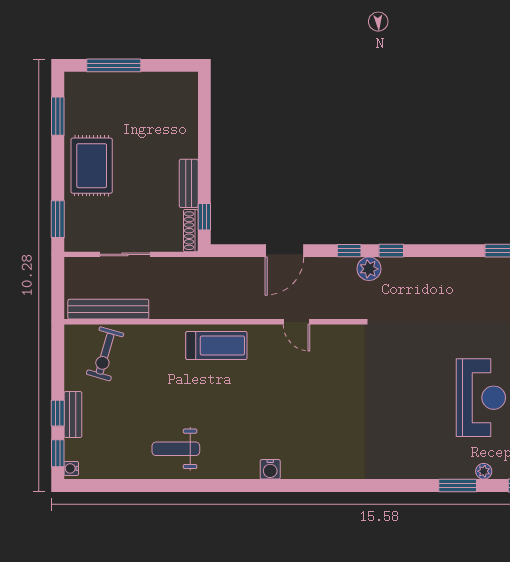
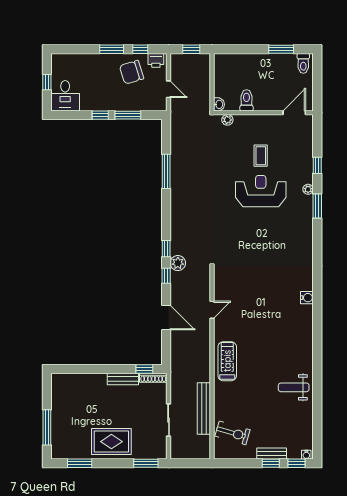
bench: (108, 309) -> (204, 409), moved
weight bench: (176, 449) -> (294, 387), turned 90
water cooler: (270, 469) -> (307, 298), moved

